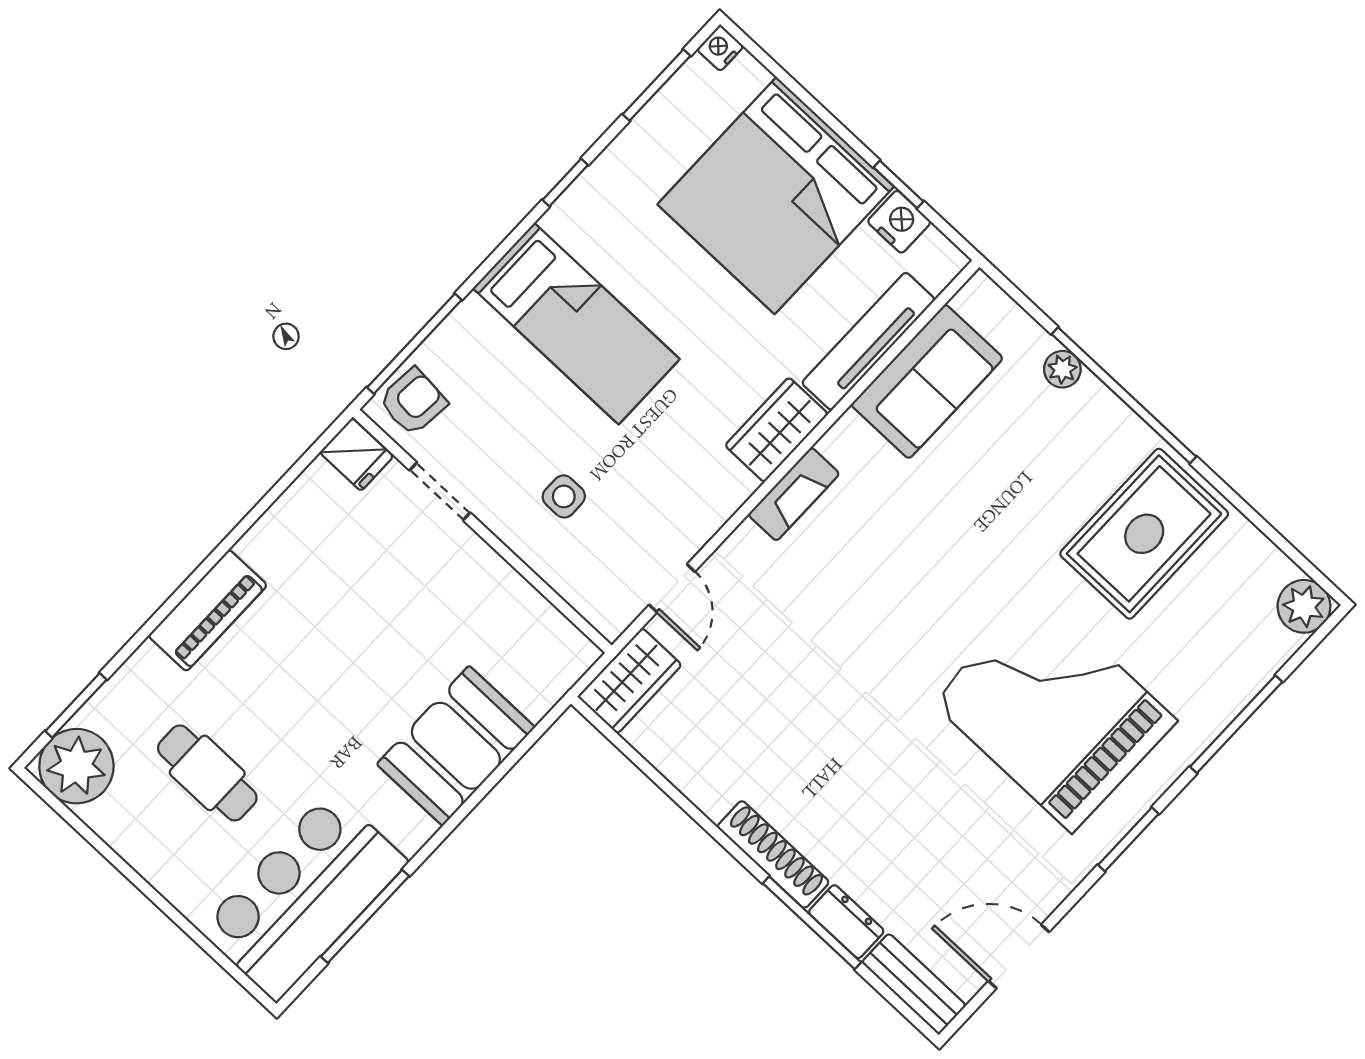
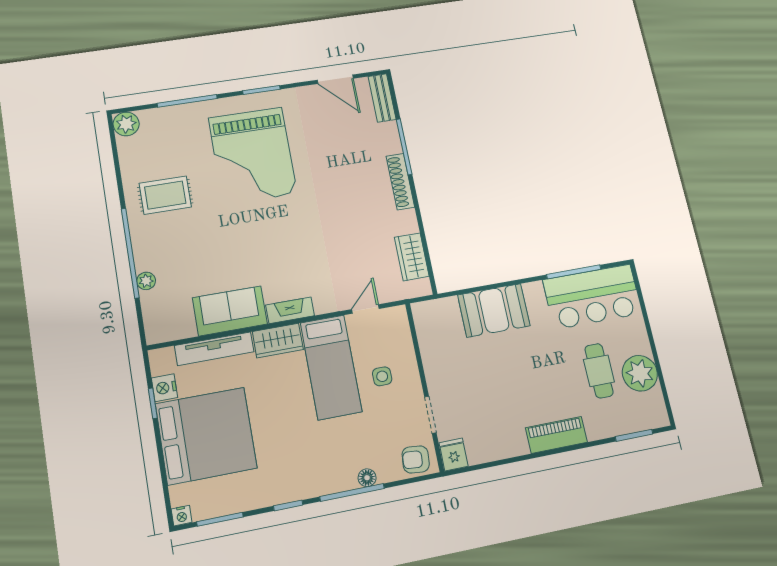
floor lamp: (471, 316) -> (367, 478), added
bed: (576, 324) -> (331, 367), moved, turned 180
window: (414, 344) -> (352, 492), moved
sofa: (927, 381) -> (230, 311), moved
rug: (1144, 534) -> (165, 195), width x0.73, depth x0.70
wardrobe: (630, 681) -> (412, 257), moved, turned -90
plant: (76, 766) -> (640, 373), moved
dresser: (846, 922) -> (391, 138), removed

